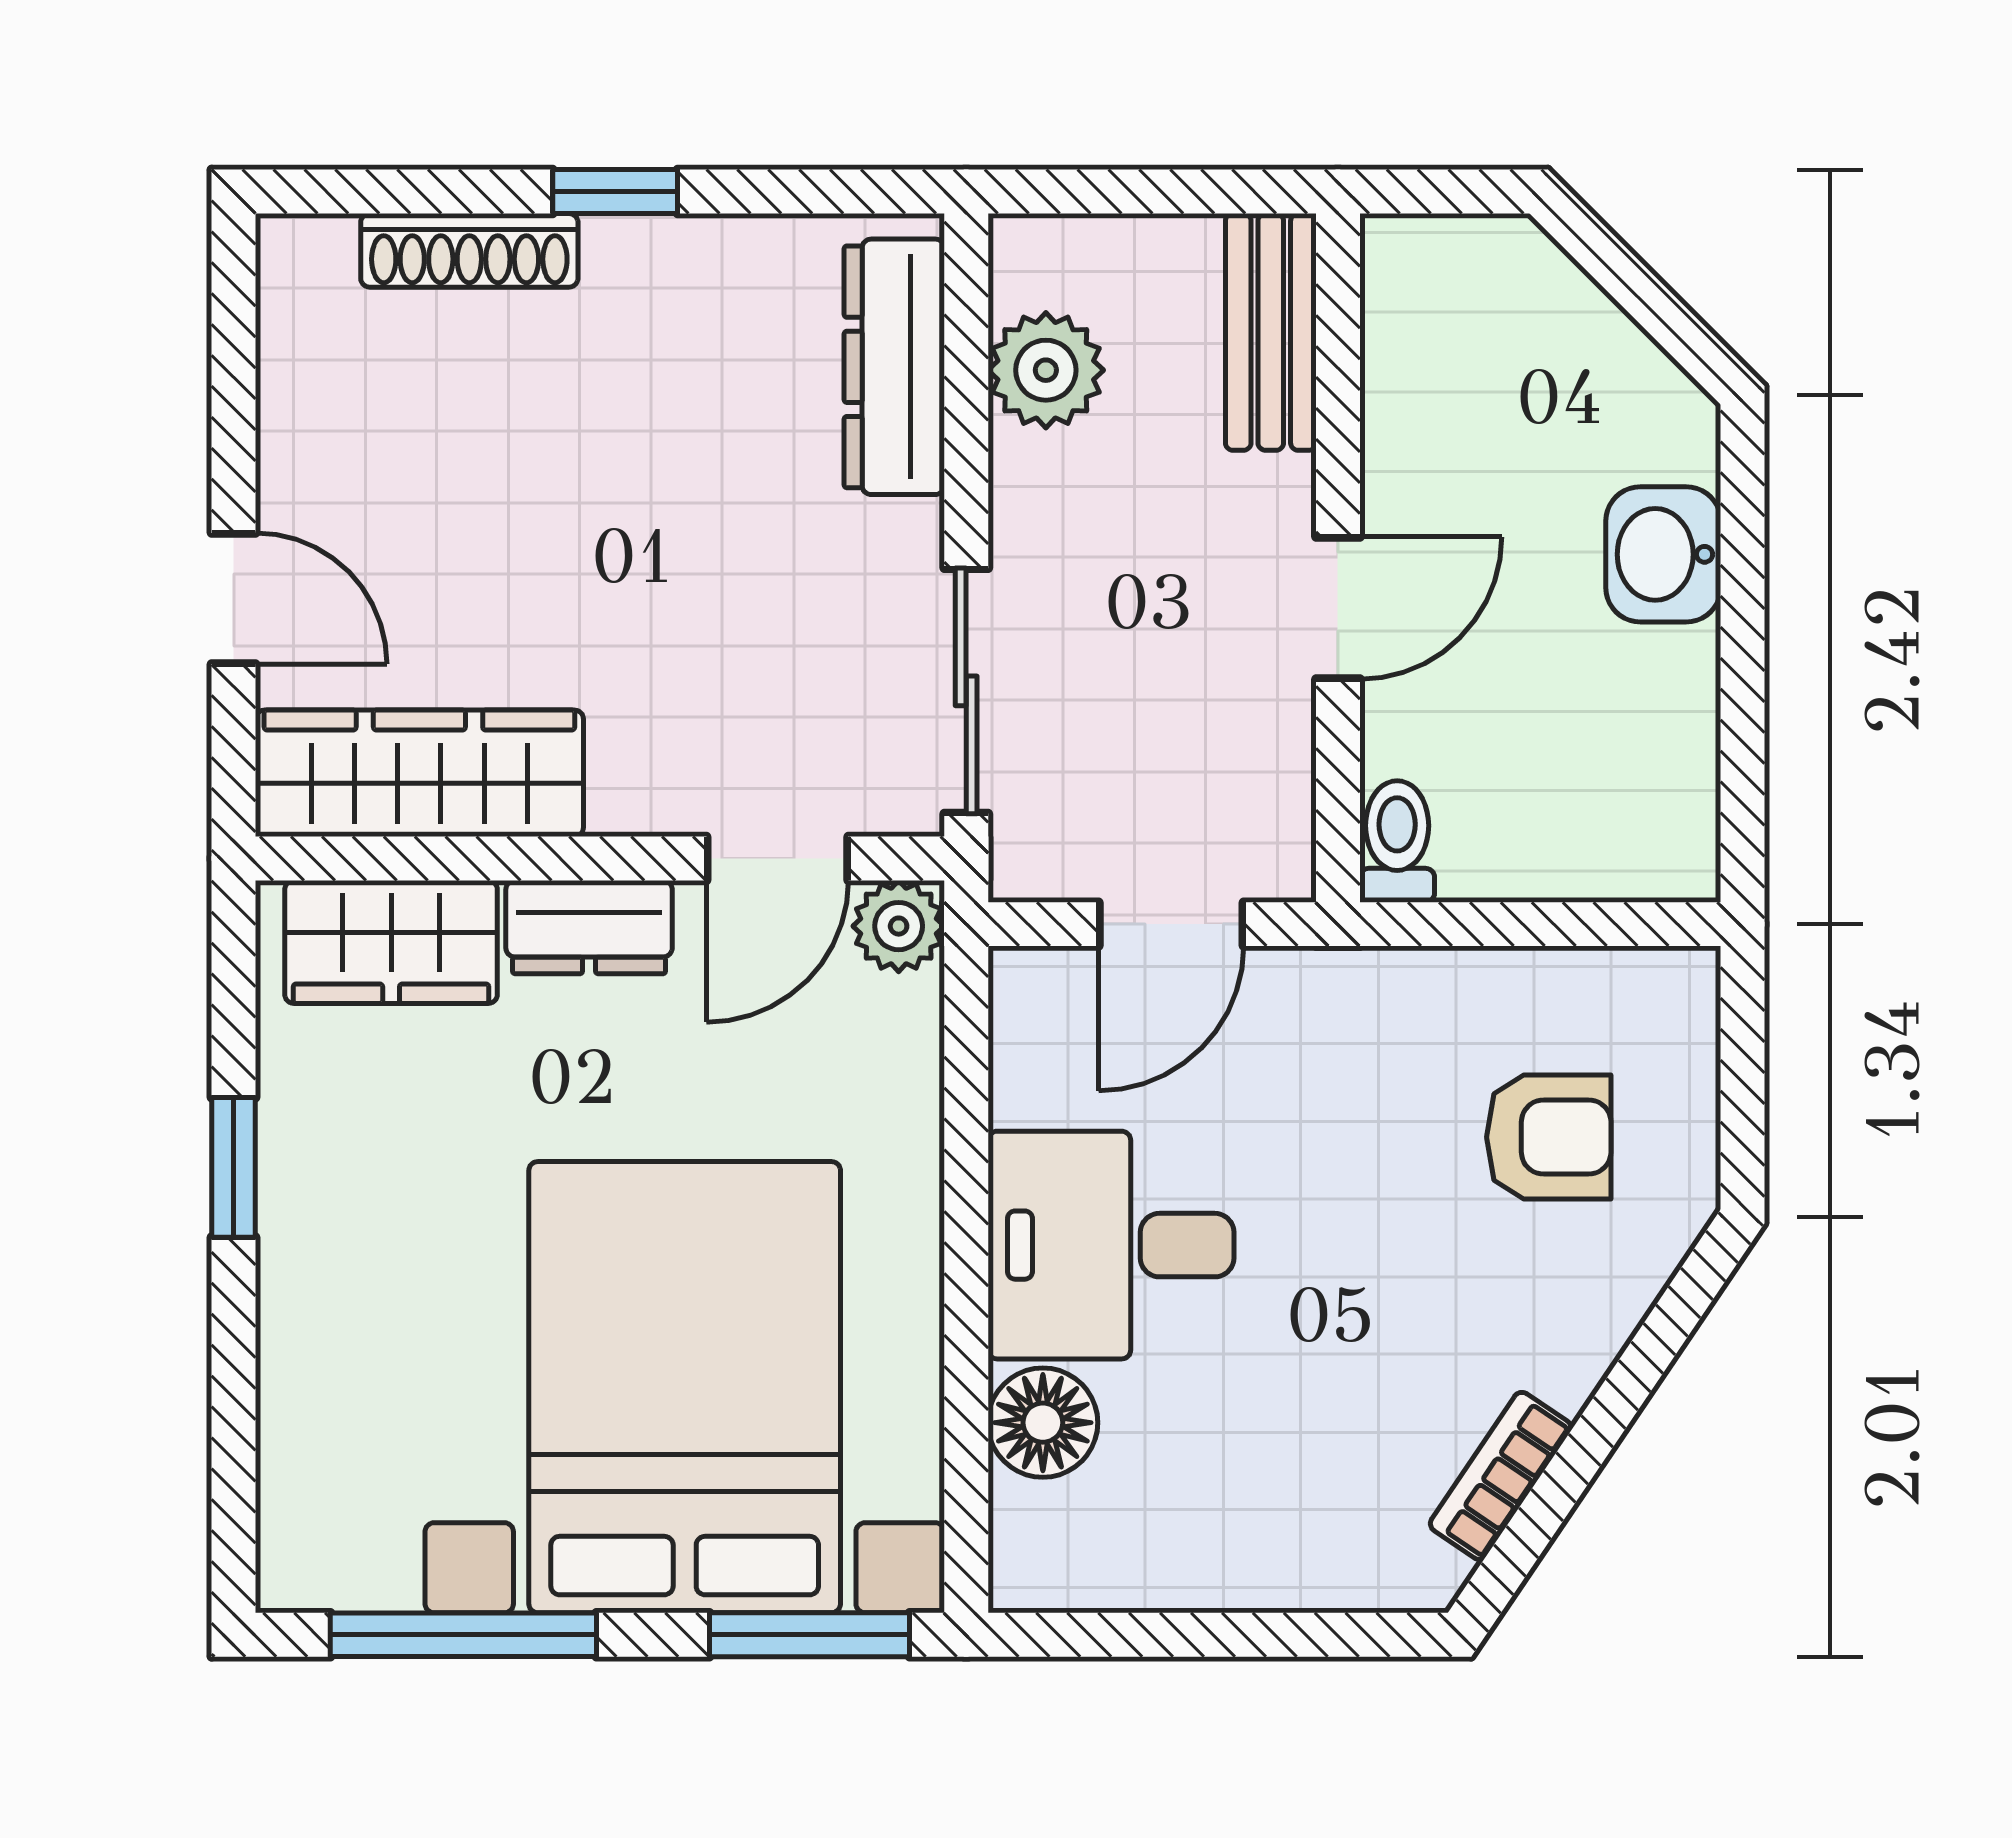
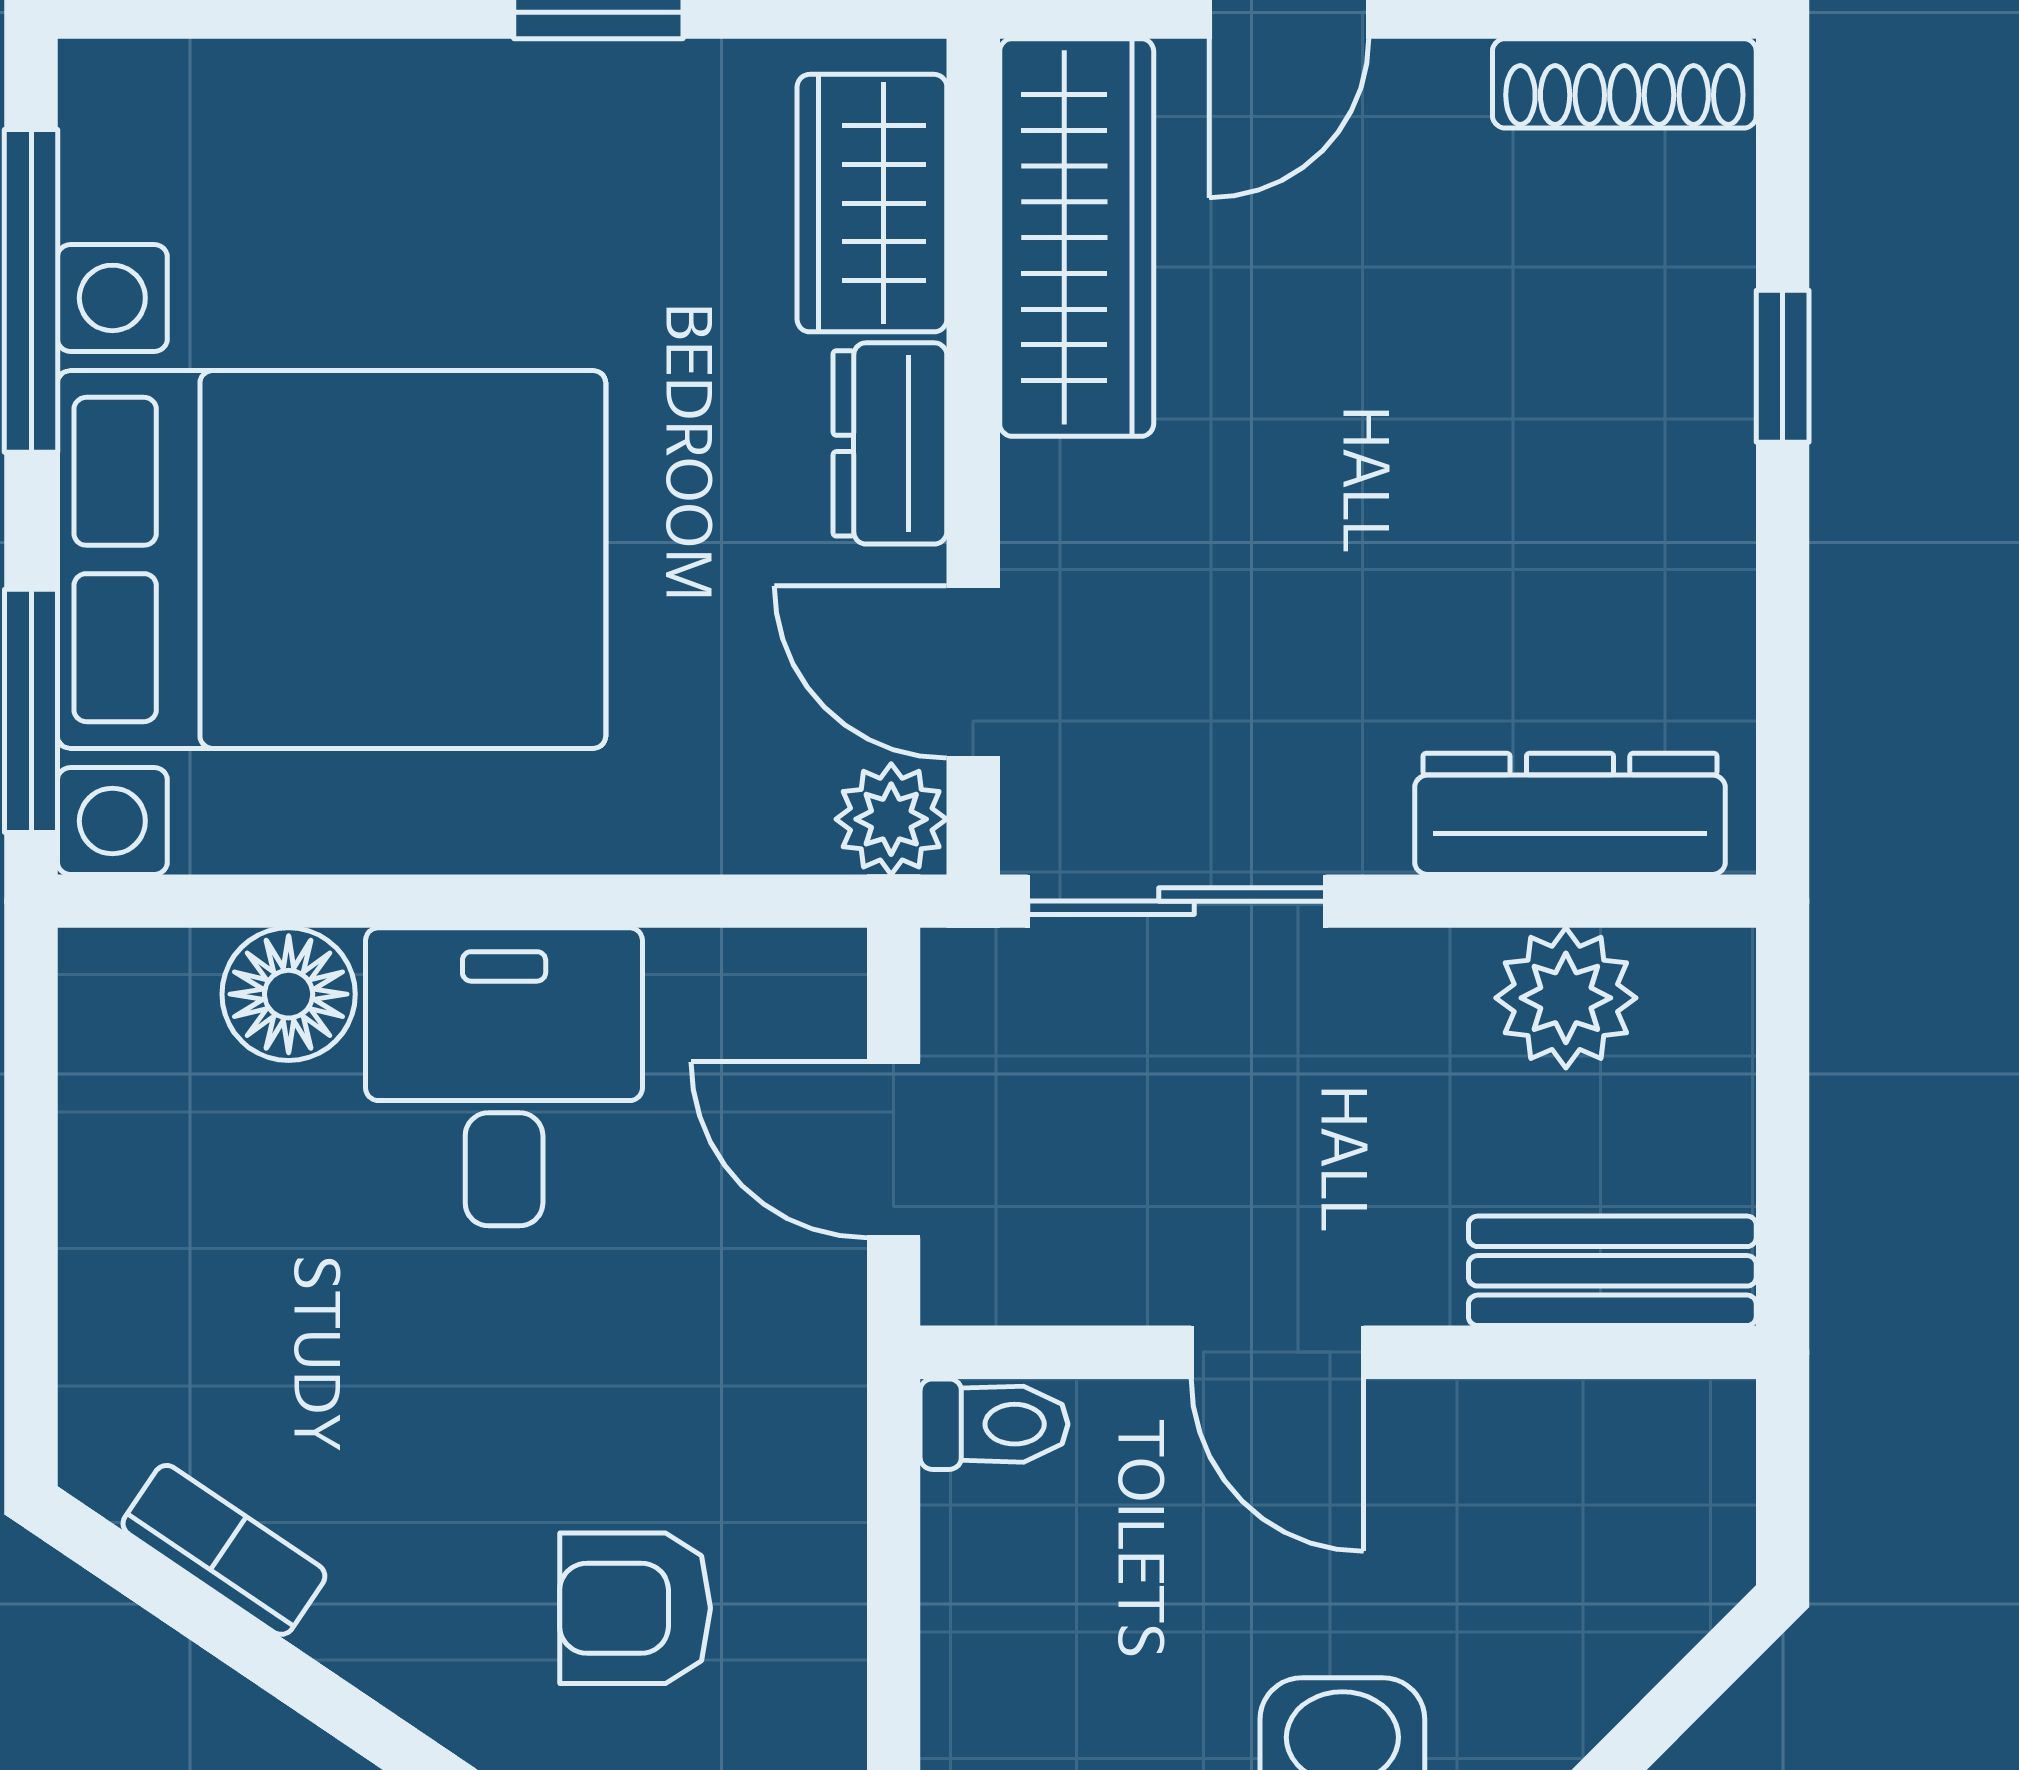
window: (615, 192) -> (1783, 366), moved
shoe rack: (469, 250) -> (1624, 83), moved, turned -90
armchair: (1549, 1137) -> (635, 1608), turned 90

